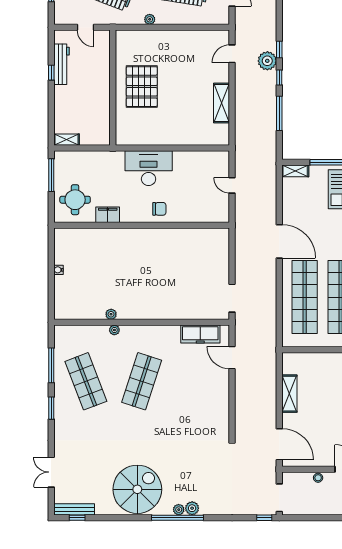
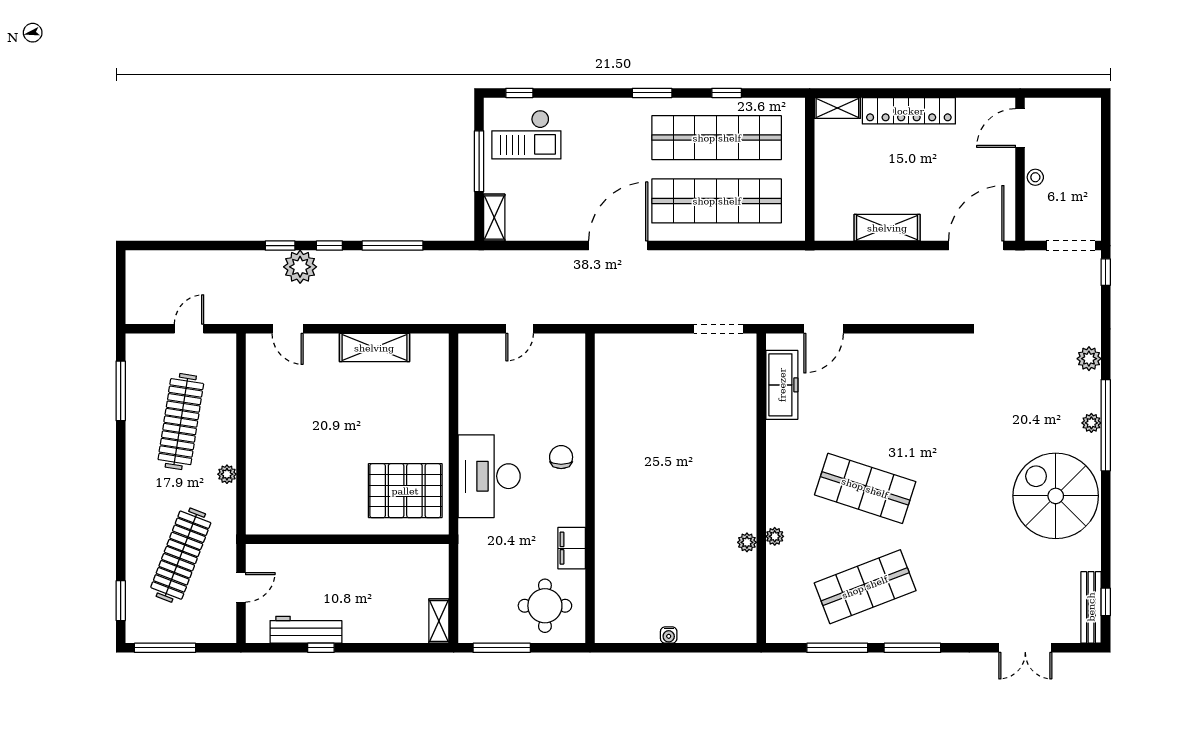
pallet: (142, 87) -> (405, 491), moved
window: (51, 408) -> (912, 648), width x1.44
plant: (192, 508) -> (1089, 359), moved

